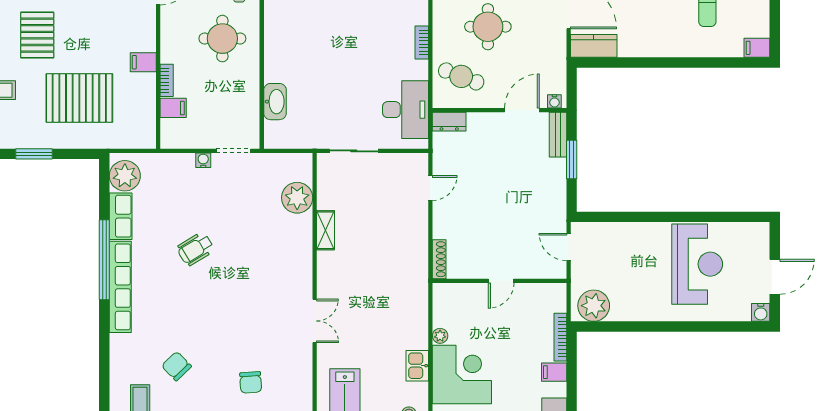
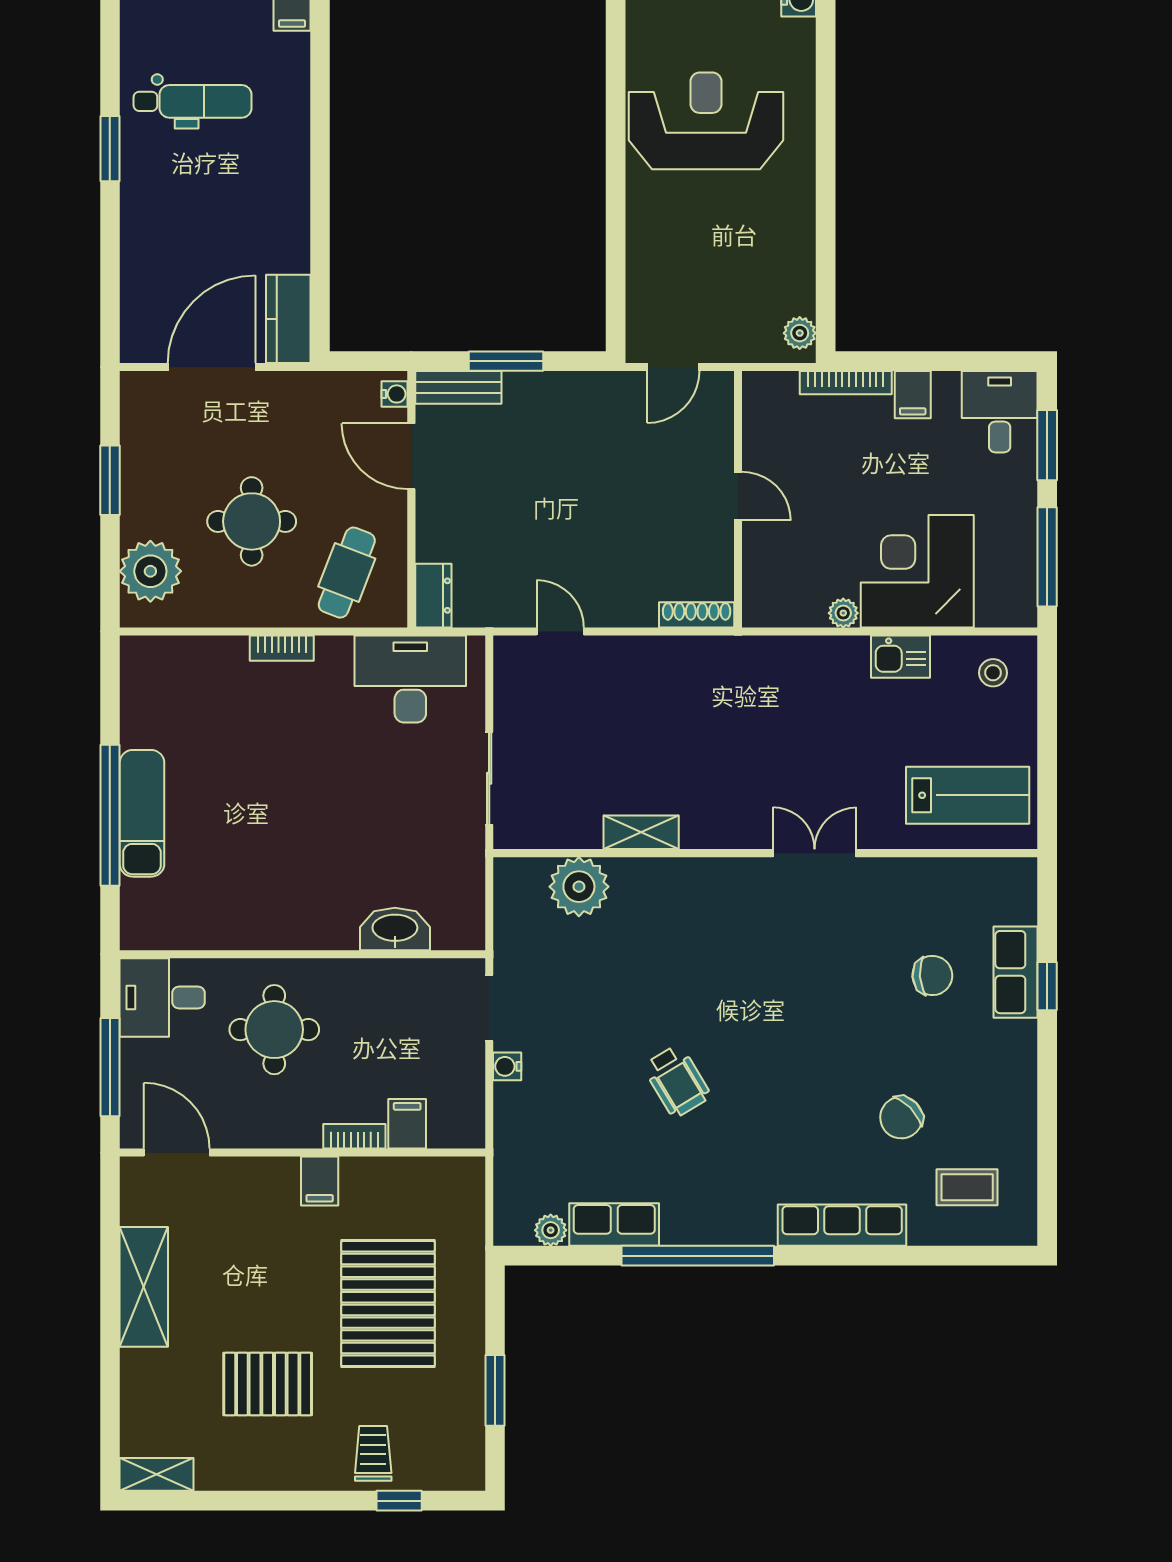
plant: (125, 176) -> (551, 1230), width x0.53, depth x0.53
row of seats: (120, 287) -> (842, 1225), moved, width x0.73
plant: (594, 306) -> (800, 333), width x0.53, depth x0.53

